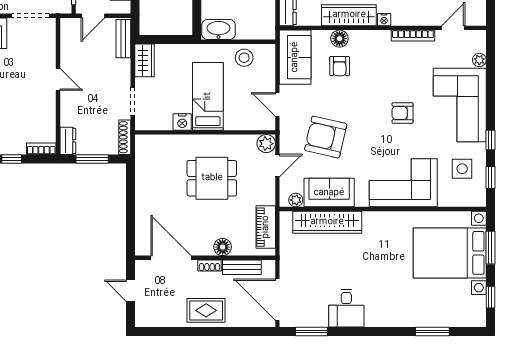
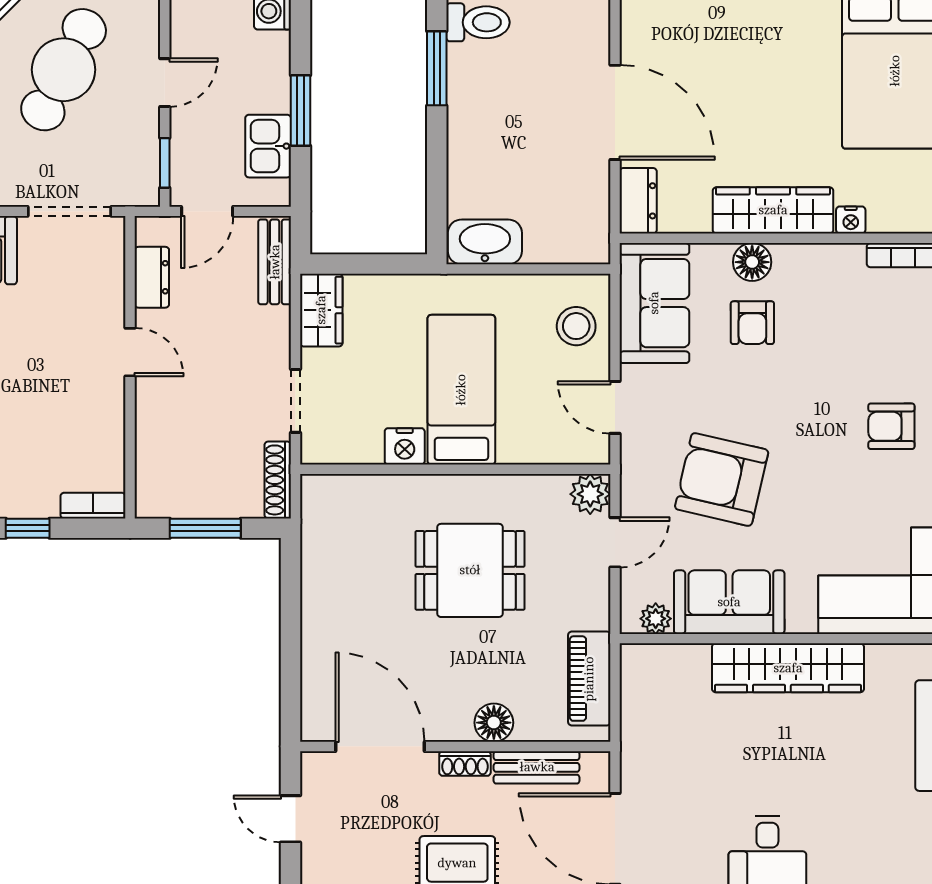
stool: (244, 58) -> (576, 326), moved
dresser: (68, 141) -> (152, 277), moved
wardrobe: (327, 222) -> (788, 668), moved

